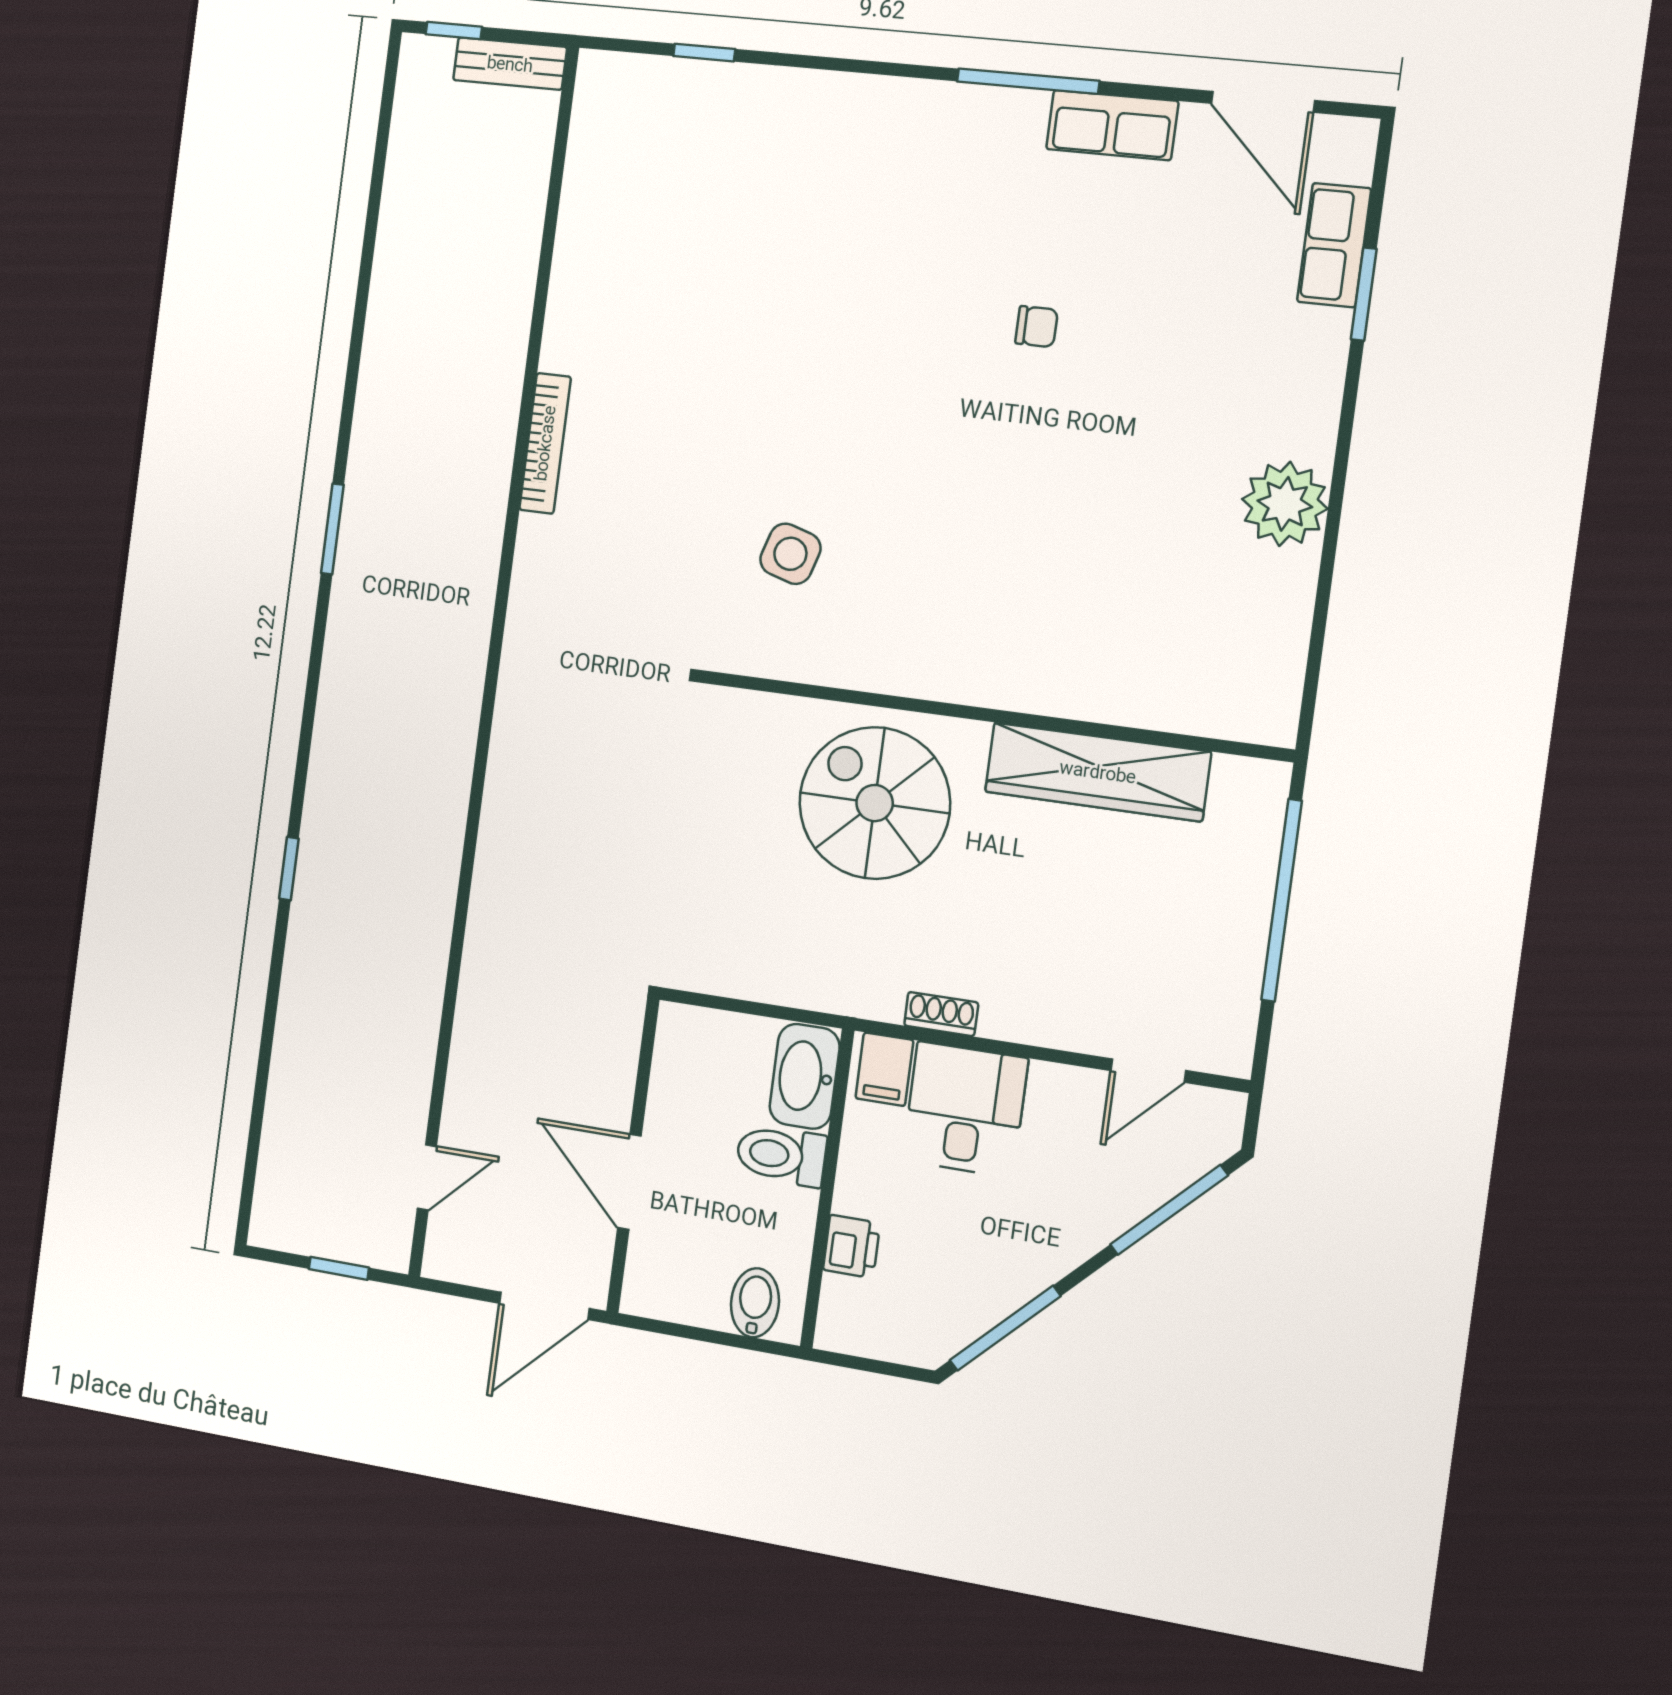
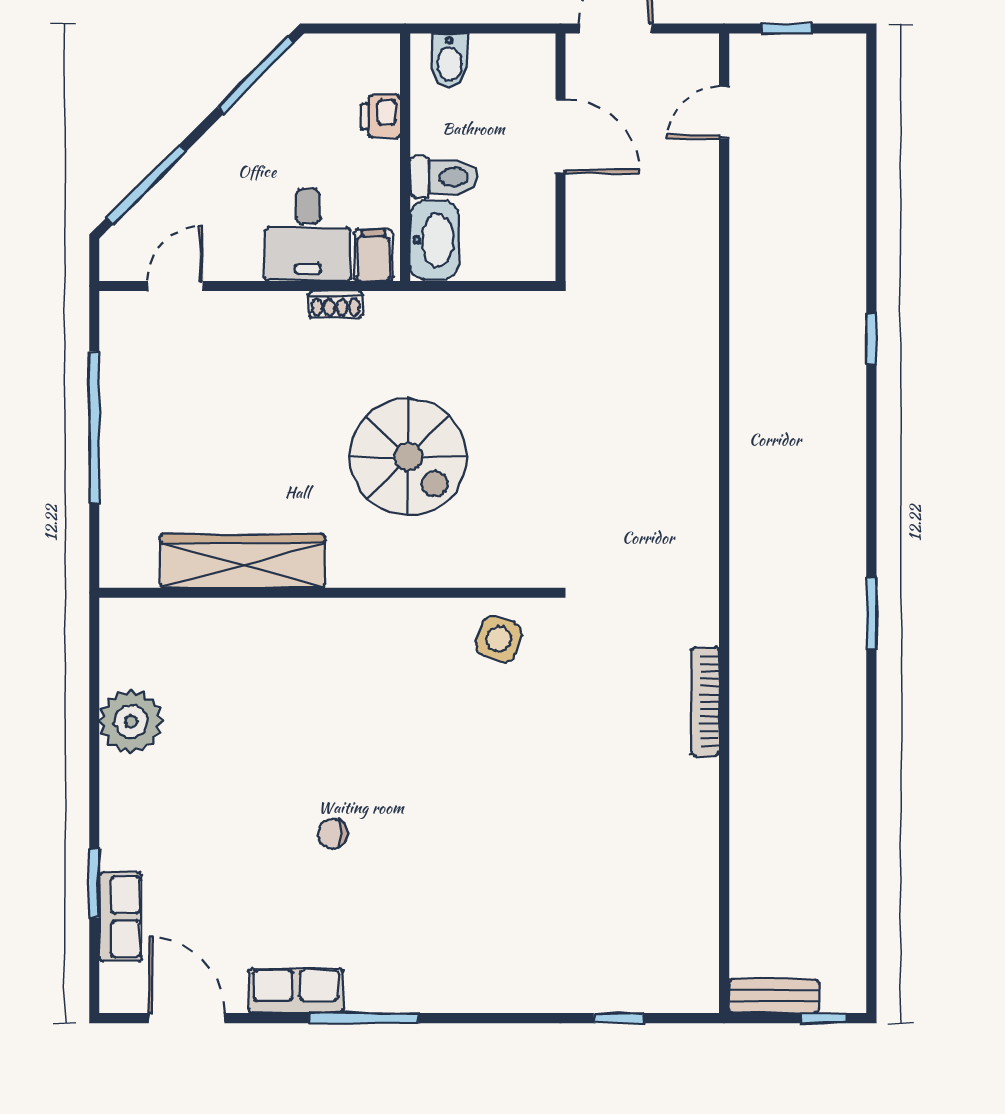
wall: (992, 716) -> (327, 593), moved
wardrobe: (1098, 772) -> (242, 561), moved

